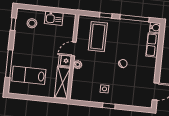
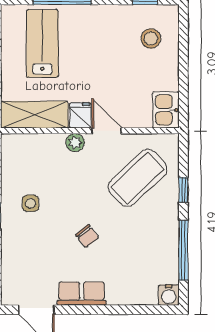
kitchen sink: (54, 18) -> (166, 110), moved
coffee table: (98, 37) -> (138, 178), turned -43
row of seats: (153, 45) -> (82, 294), moved

